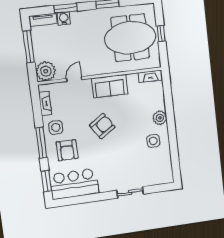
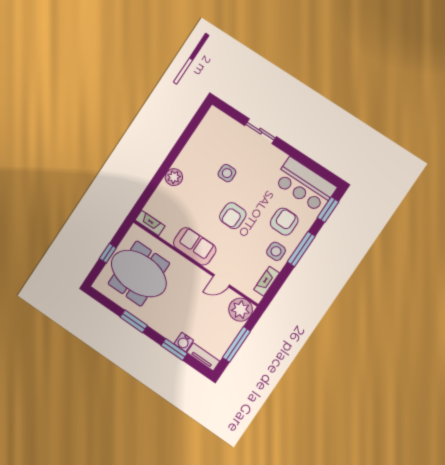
armchair: (102, 126) -> (233, 216), turned -56
side table: (153, 141) -> (227, 173), moved

